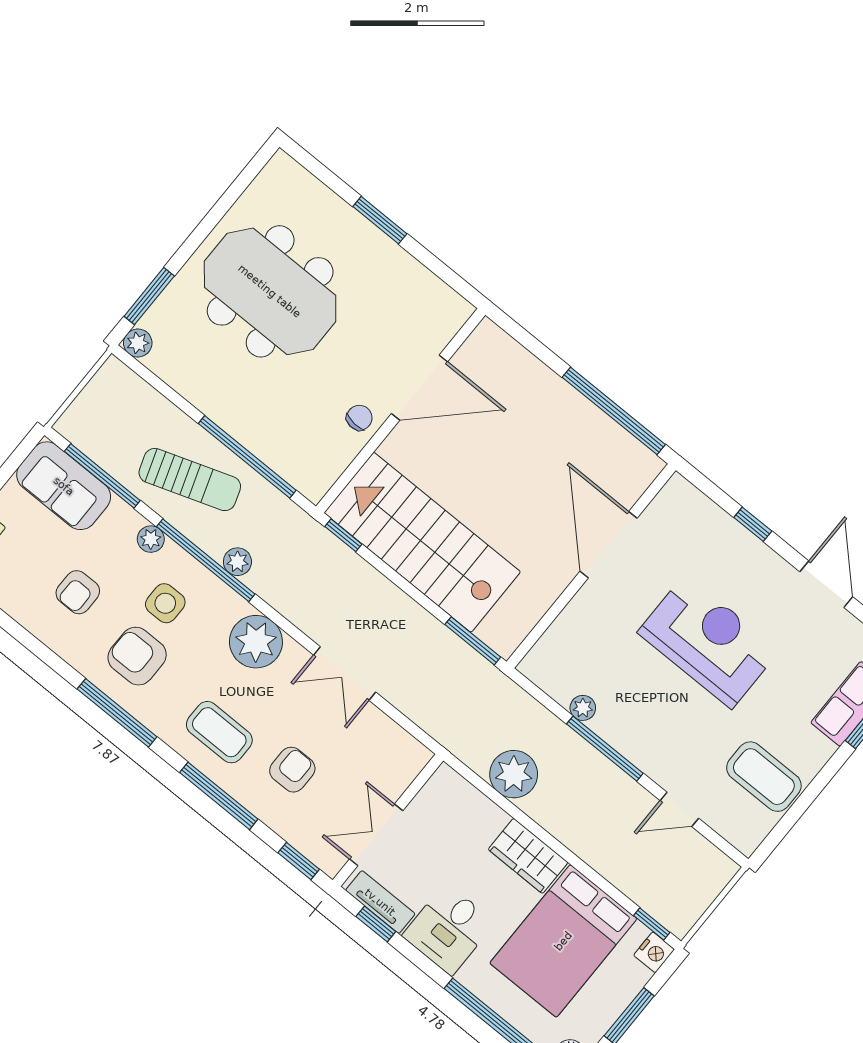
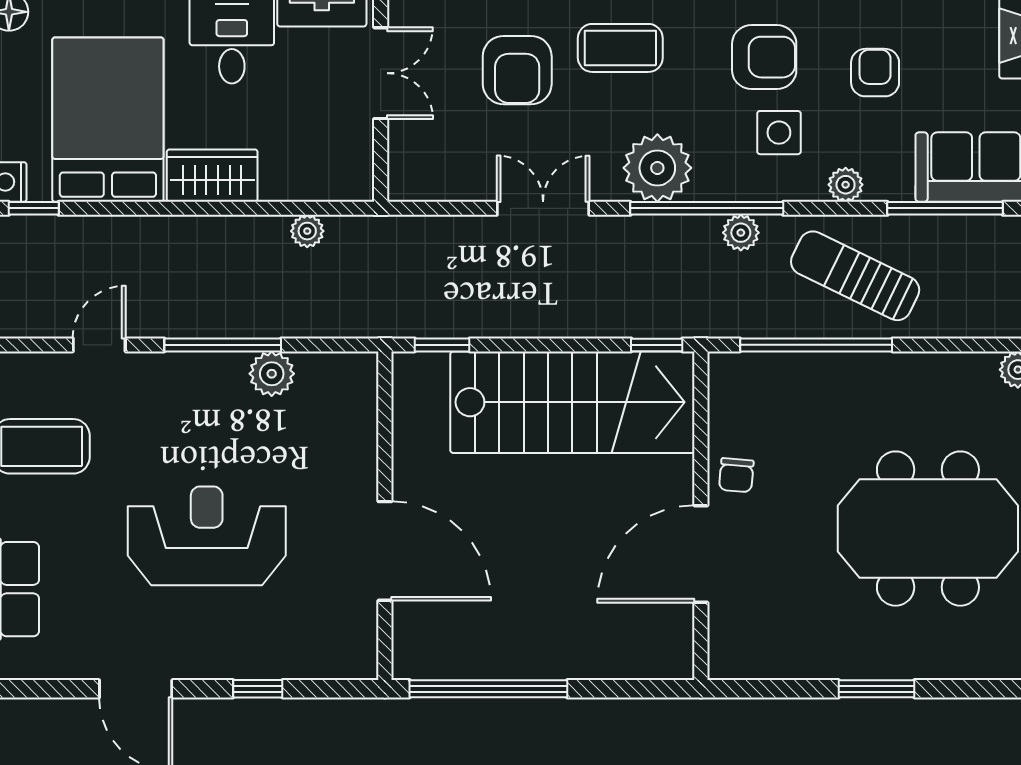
sun lounger: (190, 480) -> (855, 276), turned 45
window: (206, 560) -> (707, 208), moved
window: (473, 641) -> (442, 345), width x0.67
reception desk: (708, 641) -> (207, 536), turned 180
plant: (583, 708) -> (272, 374), width x1.38, depth x1.38
armchair: (292, 770) -> (517, 70), width x1.38, depth x1.38
plant: (514, 774) -> (307, 231), width x0.53, depth x0.53

